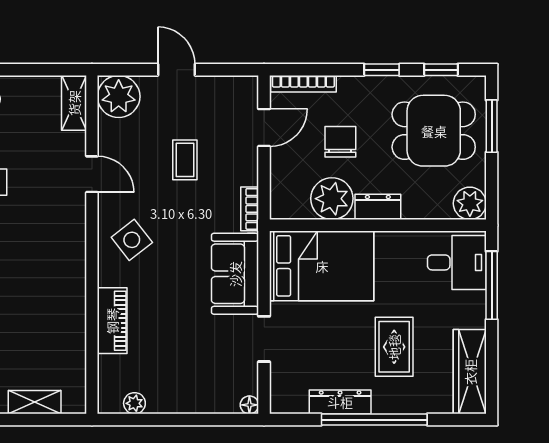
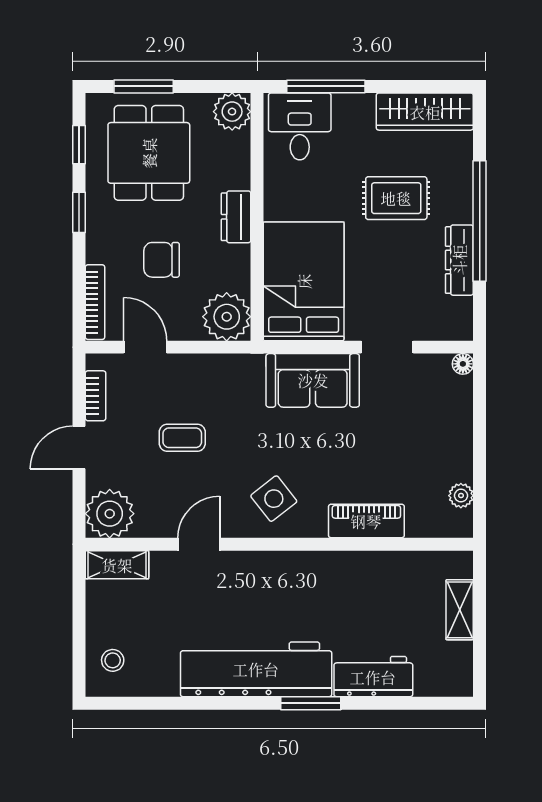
plant: (332, 199) -> (227, 317), moved
bookcase: (250, 209) -> (95, 396), moved, turned -90

